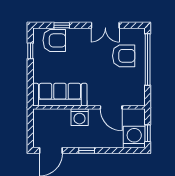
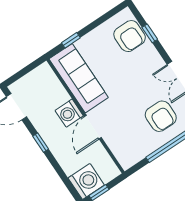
window: (30, 51) -> (71, 40), moved
door: (111, 107) -> (93, 127), moved

